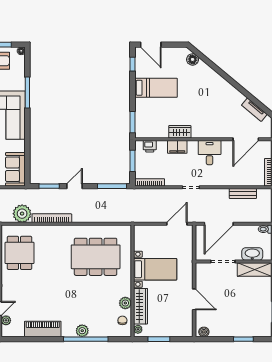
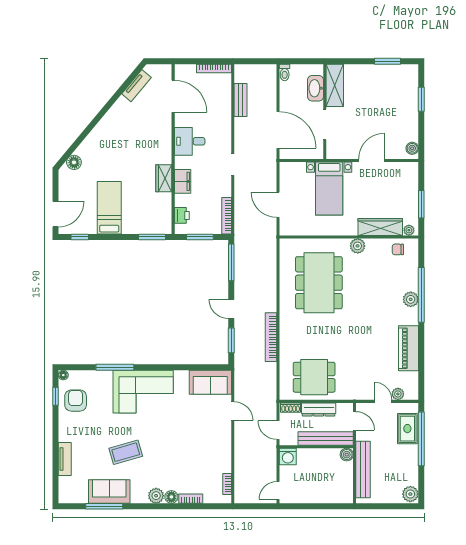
plant: (22, 214) -> (265, 374), removed
door: (177, 224) -> (278, 205), moved
bed with nightstands: (155, 269) -> (329, 188), moved, turned 180
plant: (125, 303) -> (358, 246), moved

